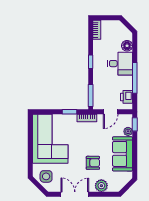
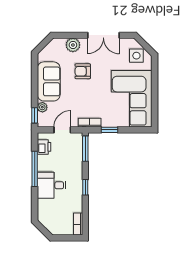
floor lamp: (127, 46) -> (43, 206), removed

